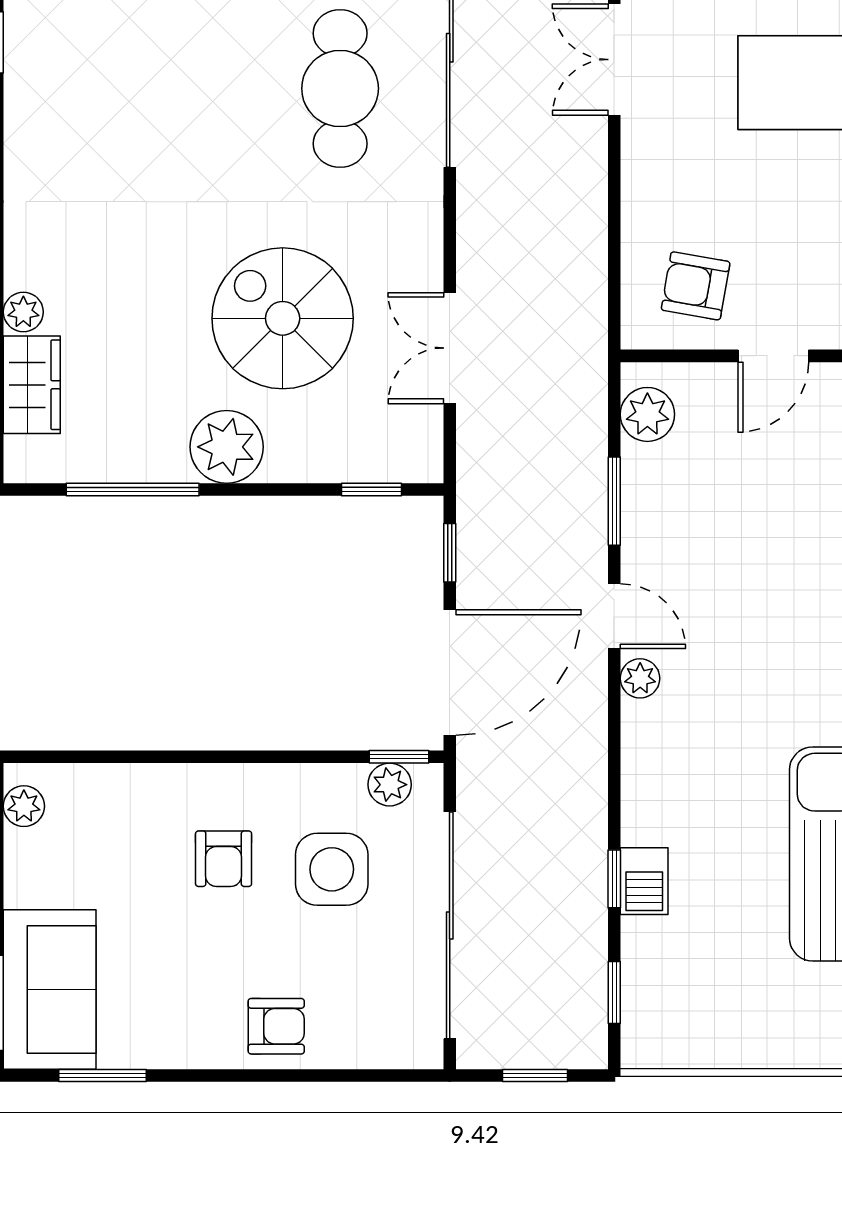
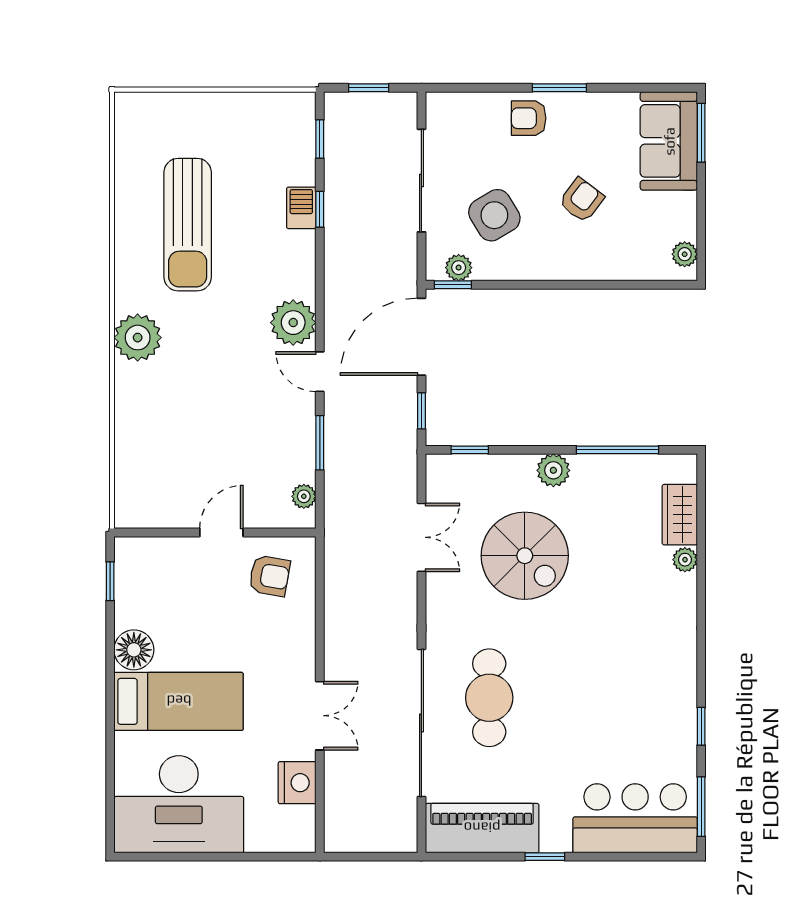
plant: (647, 414) -> (304, 496), width x0.73, depth x0.73
plant: (227, 447) -> (553, 470), width x0.73, depth x0.73
plant: (640, 678) -> (293, 323), width x1.88, depth x1.88
armchair: (224, 859) -> (582, 200), moved, turned 37
side table: (332, 869) -> (494, 215), turned -31
sliding door: (450, 925) -> (421, 181), width x0.73
window: (102, 1076) -> (559, 88), moved

